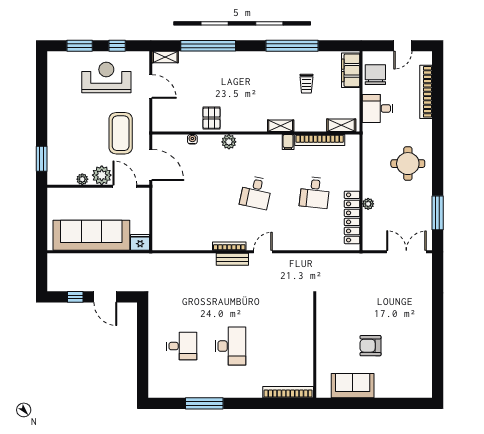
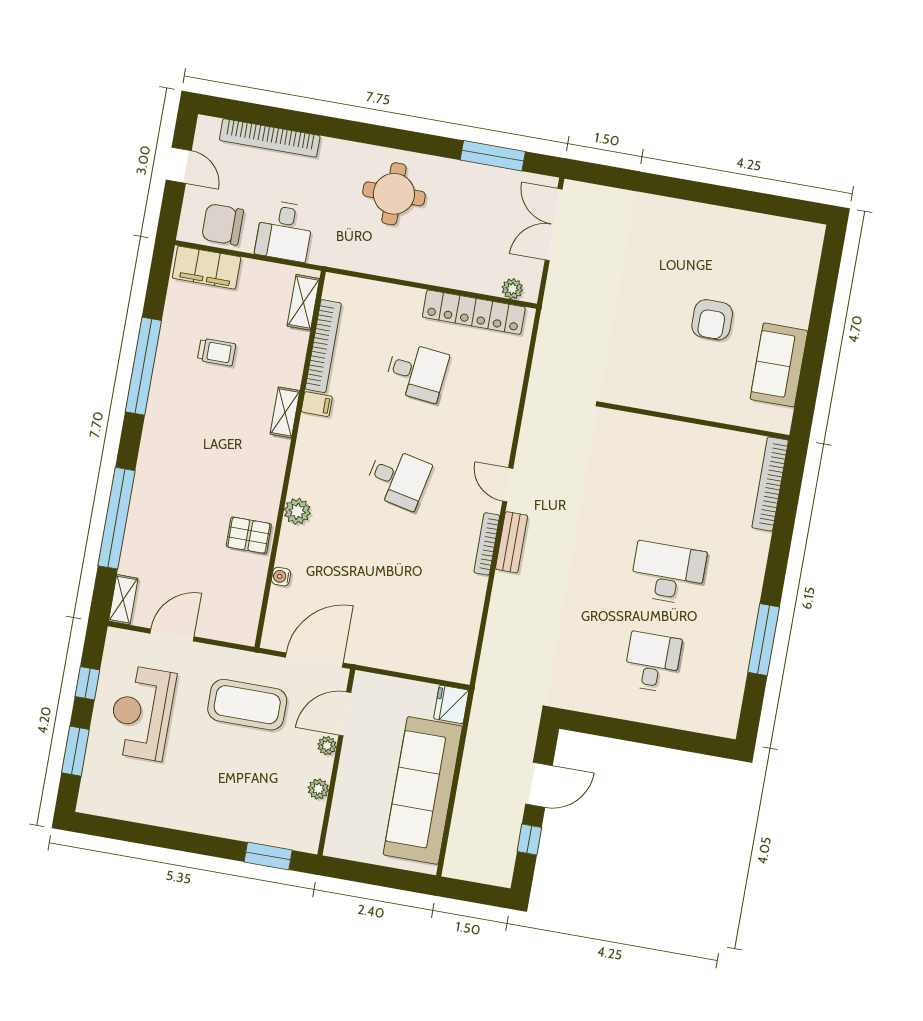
plant: (102, 175) -> (327, 746), width x0.53, depth x0.53
plant: (368, 204) -> (512, 289), moved

